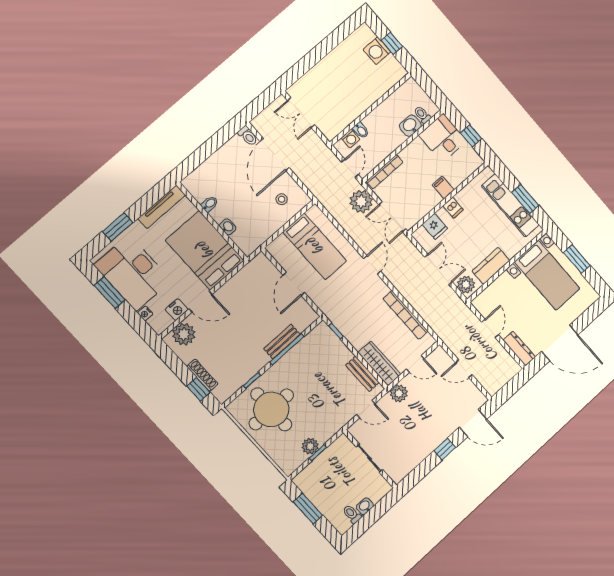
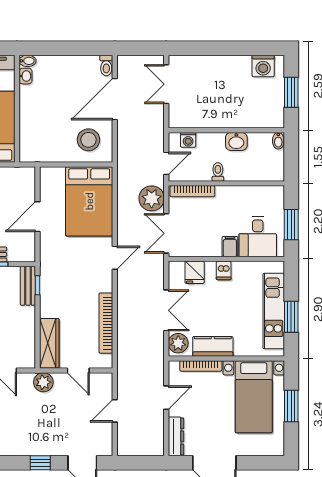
window: (392, 43) -> (291, 92), width x1.50
washing machine: (377, 51) -> (263, 66), moved, turned -90
toilet: (422, 115) -> (218, 172), moved
washbasin: (410, 126) -> (236, 141), moved, turned 180
bidet: (361, 130) -> (278, 141), moved
window: (471, 136) -> (291, 225), width x1.50
desk: (443, 138) -> (258, 237), moved, turned 180
stool: (282, 199) -> (88, 140), width x1.89, depth x1.89
bidet: (210, 204) -> (28, 61), moved
washbasin: (228, 227) -> (25, 76), moved
bed: (315, 246) -> (89, 201), width x1.50
bookcase: (494, 286) -> (201, 366), added
door: (464, 369) -> (115, 411), hinge flipped
bench: (362, 374) -> (28, 286), moved

